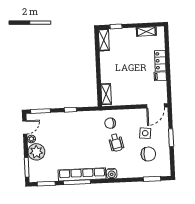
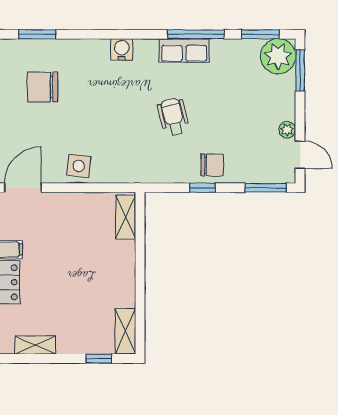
chair: (110, 123) -> (212, 165), moved
door: (25, 127) -> (300, 155), swing flipped
side table: (145, 133) -> (79, 166), moved
wheelchair: (116, 143) -> (173, 117), moved
plant: (36, 152) -> (278, 56), moved
row of seats: (82, 174) -> (184, 50), width x0.50

